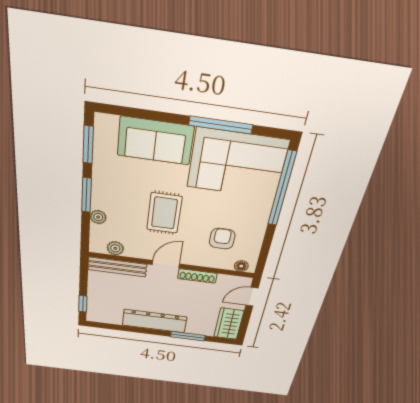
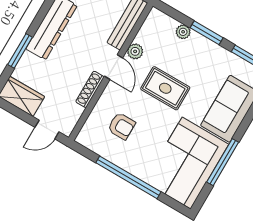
window: (282, 189) -> (128, 177), moved
plant: (115, 248) -> (135, 51), moved
floor lamp: (241, 266) -> (86, 132), removed
door: (252, 297) -> (47, 130), swing flipped

